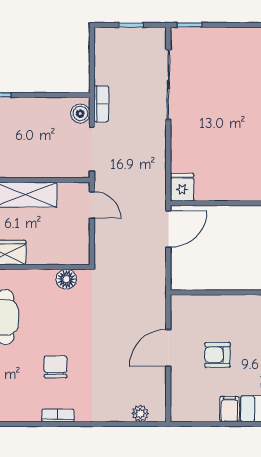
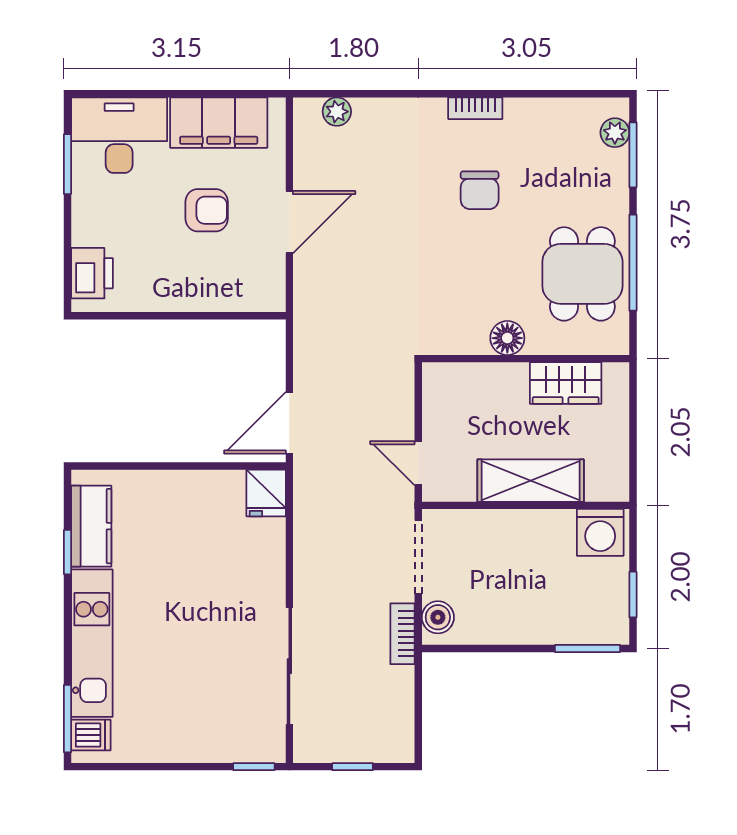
floor lamp: (66, 279) -> (507, 338), moved
filing cabinet: (229, 409) -> (219, 123), width x3.00, depth x1.17

